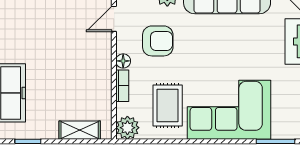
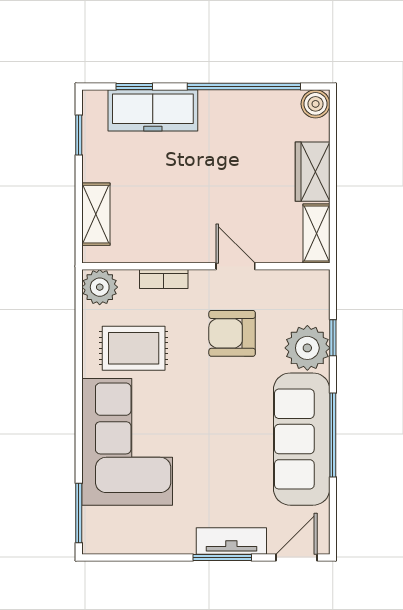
door: (114, 19) -> (235, 266), moved
armchair: (158, 41) -> (232, 333), turned 90
floor lamp: (123, 61) -> (202, 280), removed

